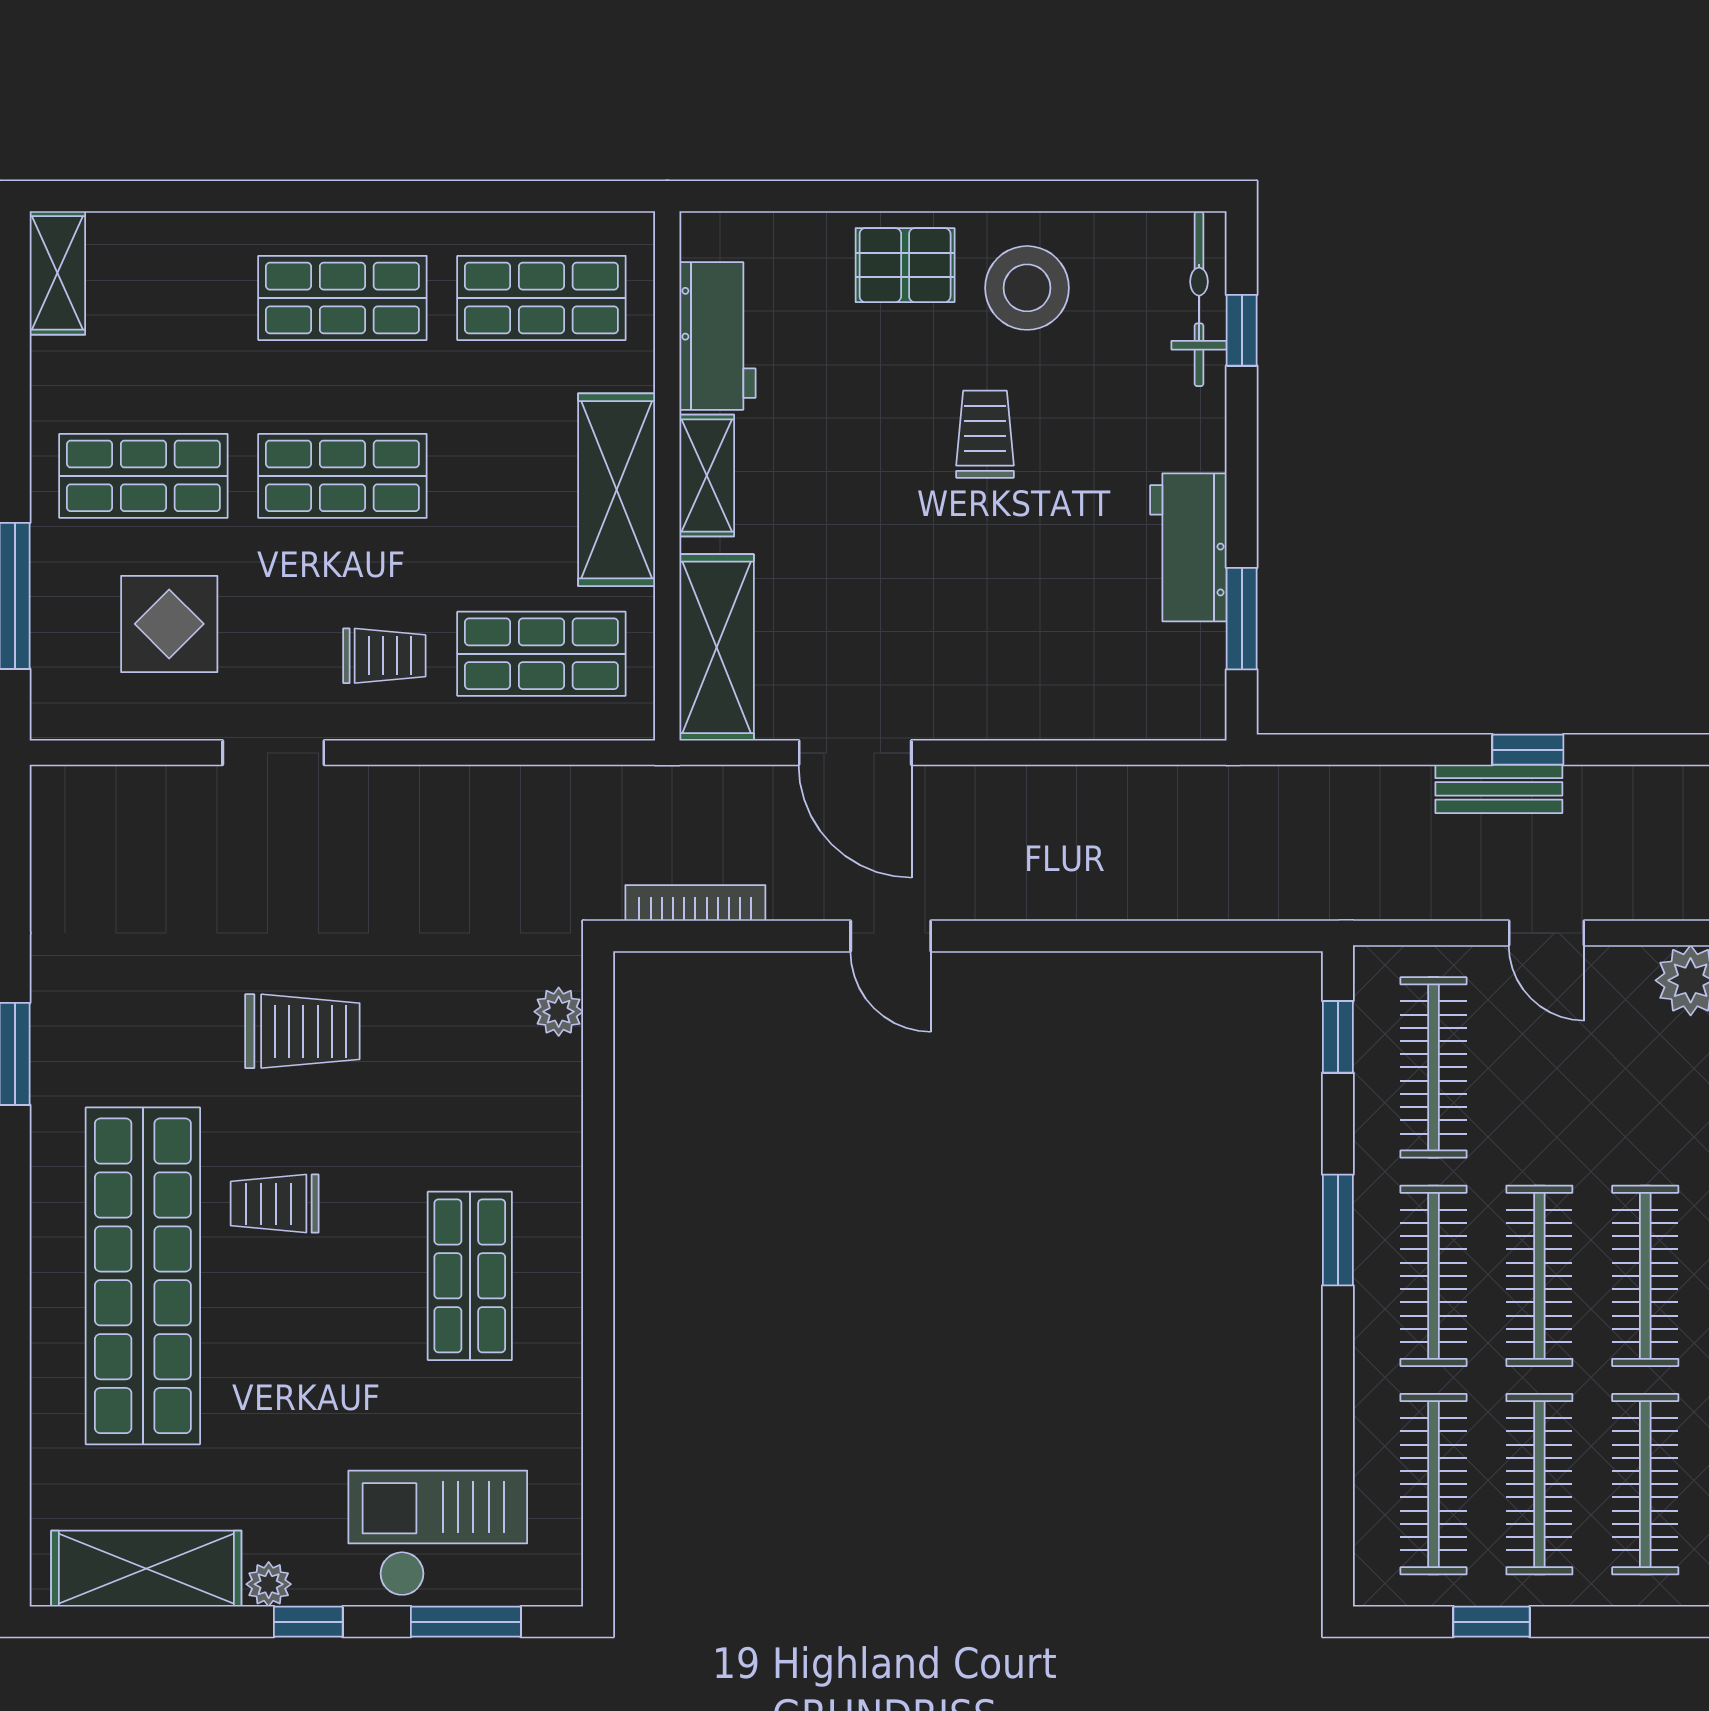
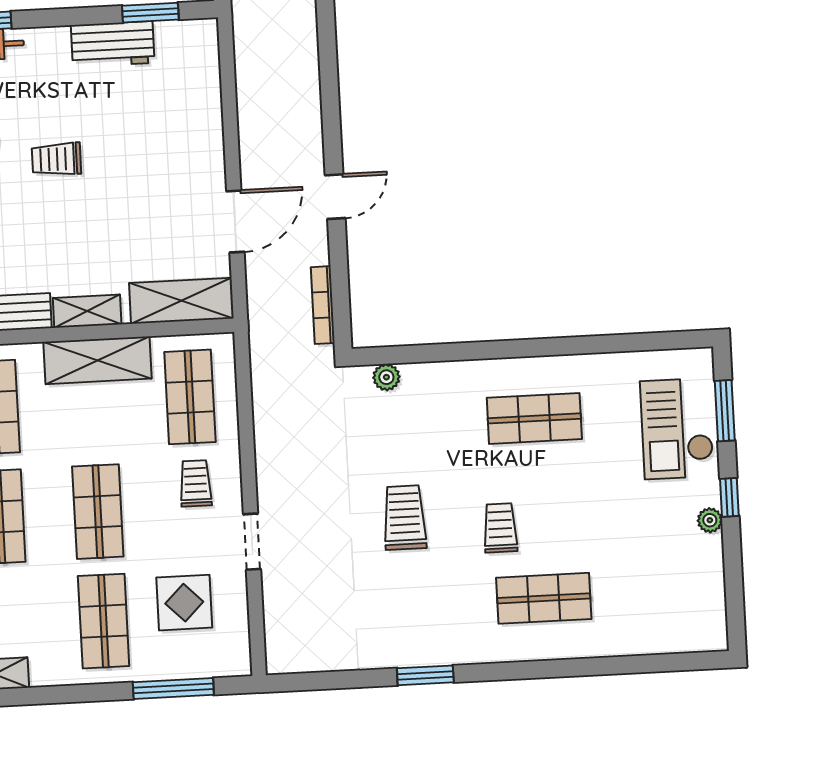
trolley: (275, 1204) -> (500, 528), turned 180
shop shelf: (143, 1276) -> (544, 598), width x0.50, depth x0.74
shelving: (146, 1569) -> (705, 588), removed

